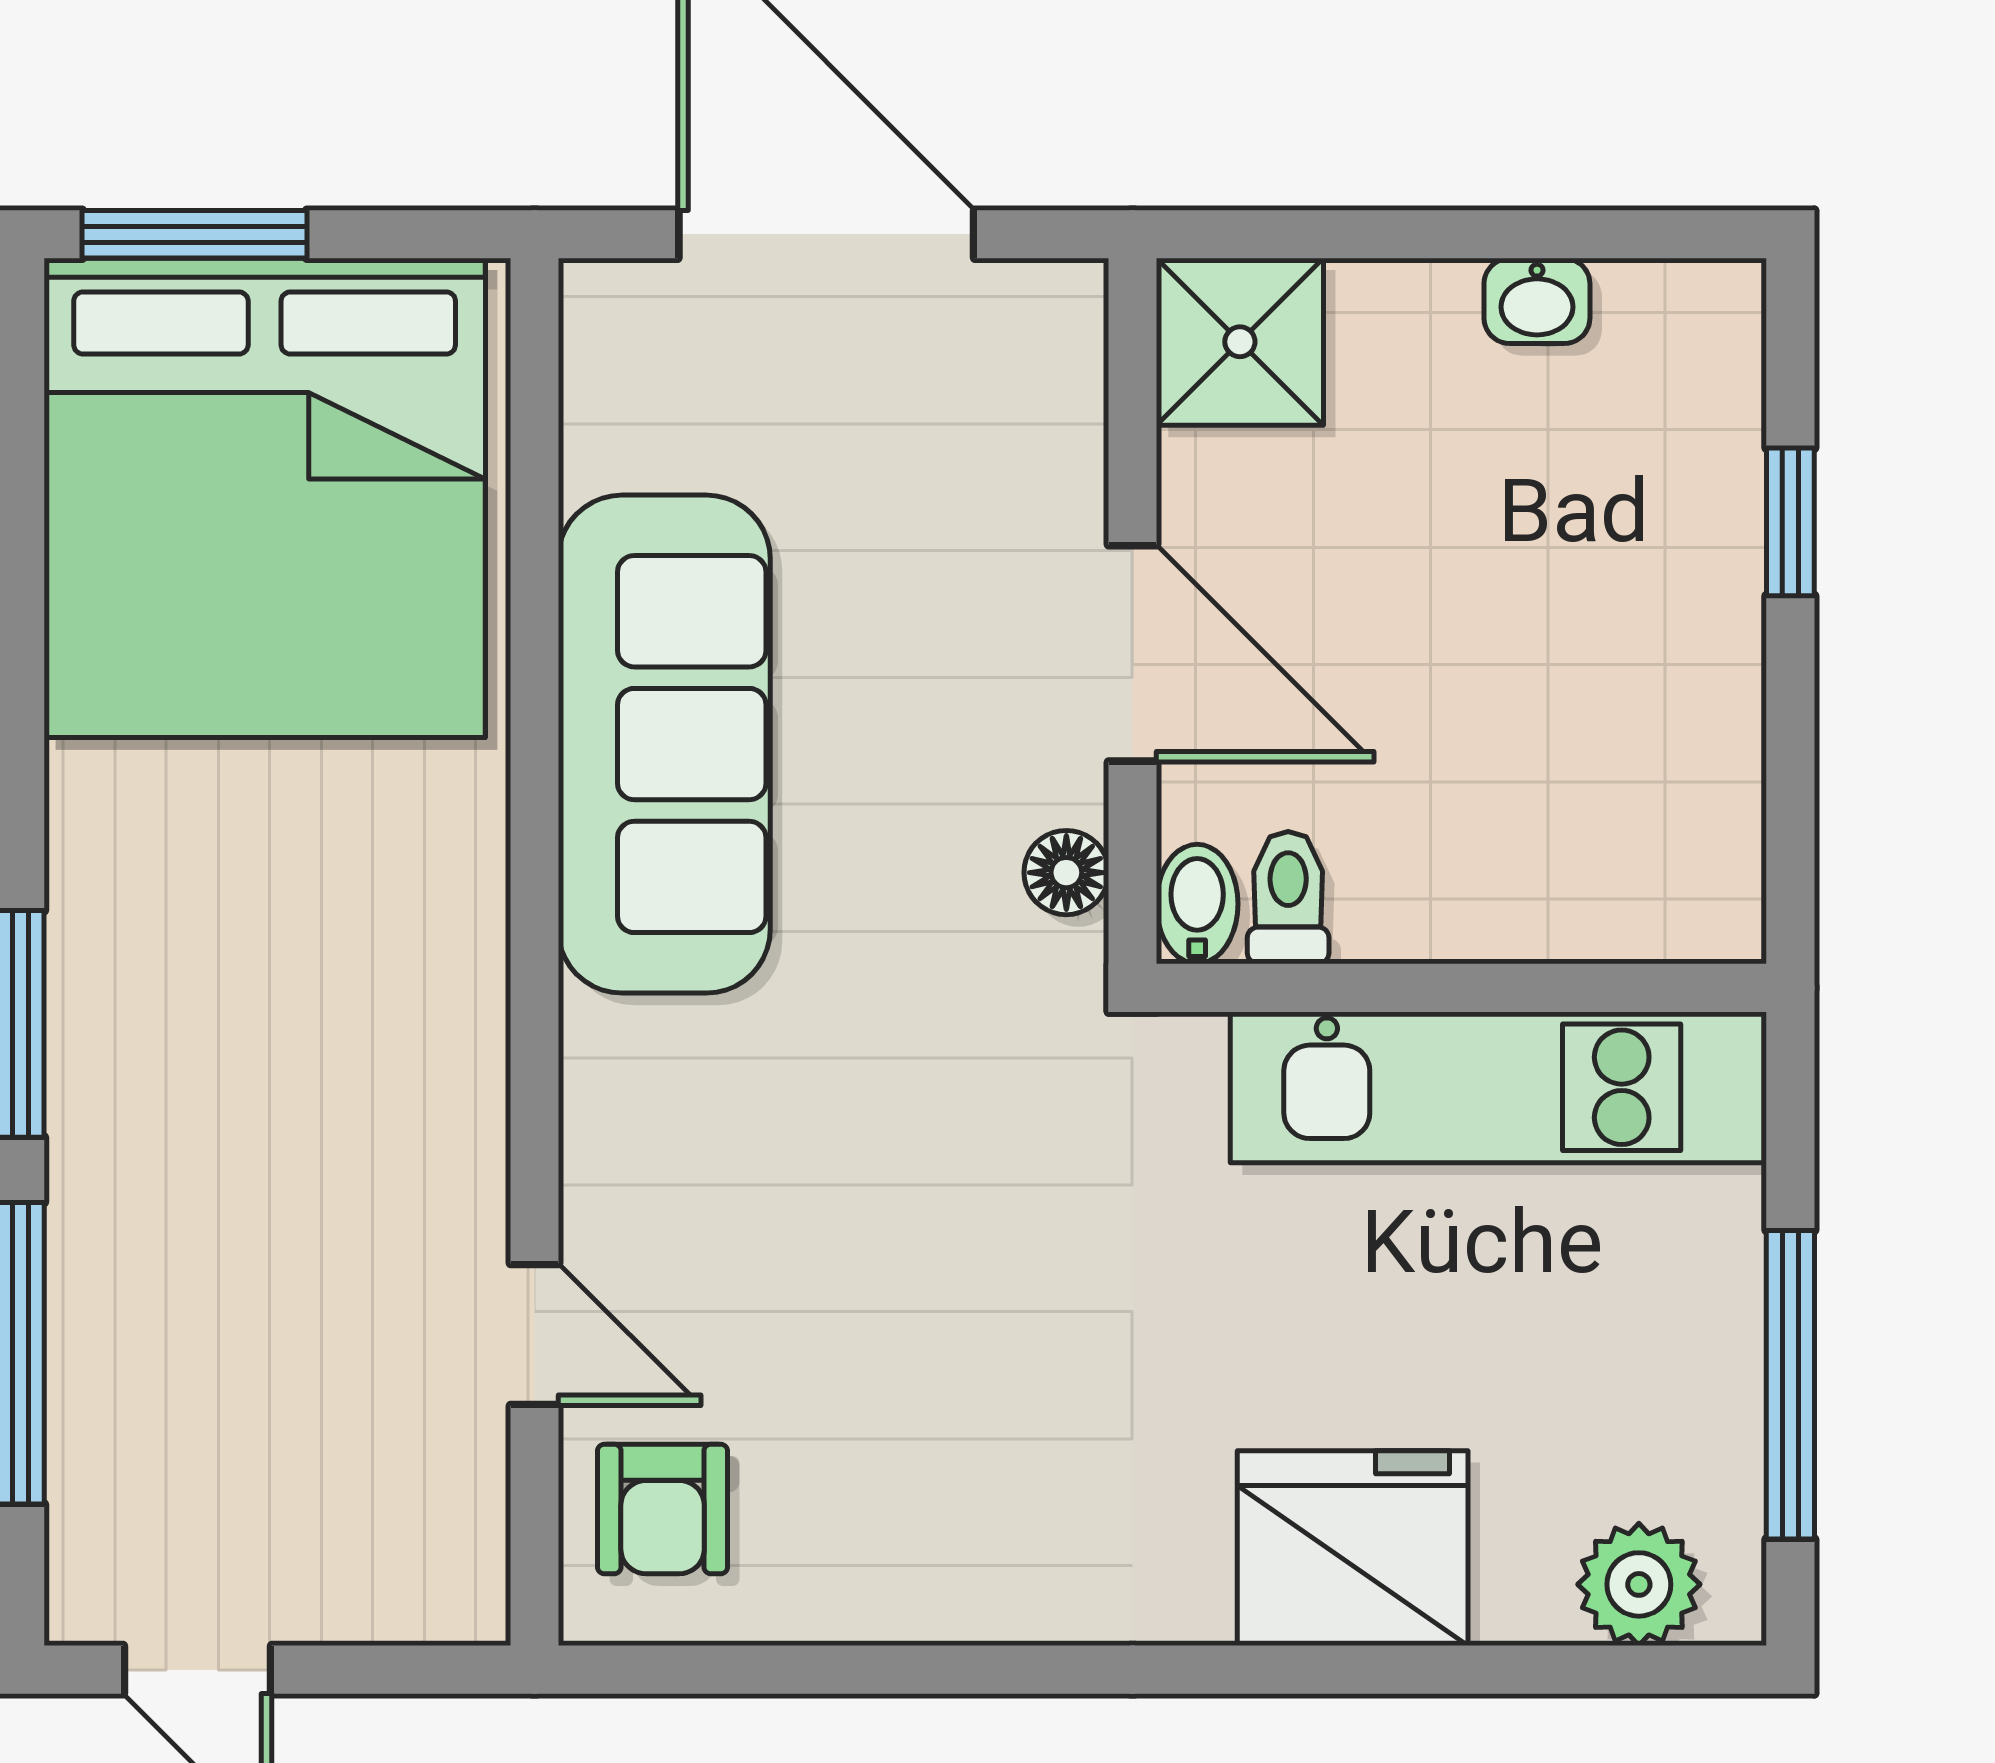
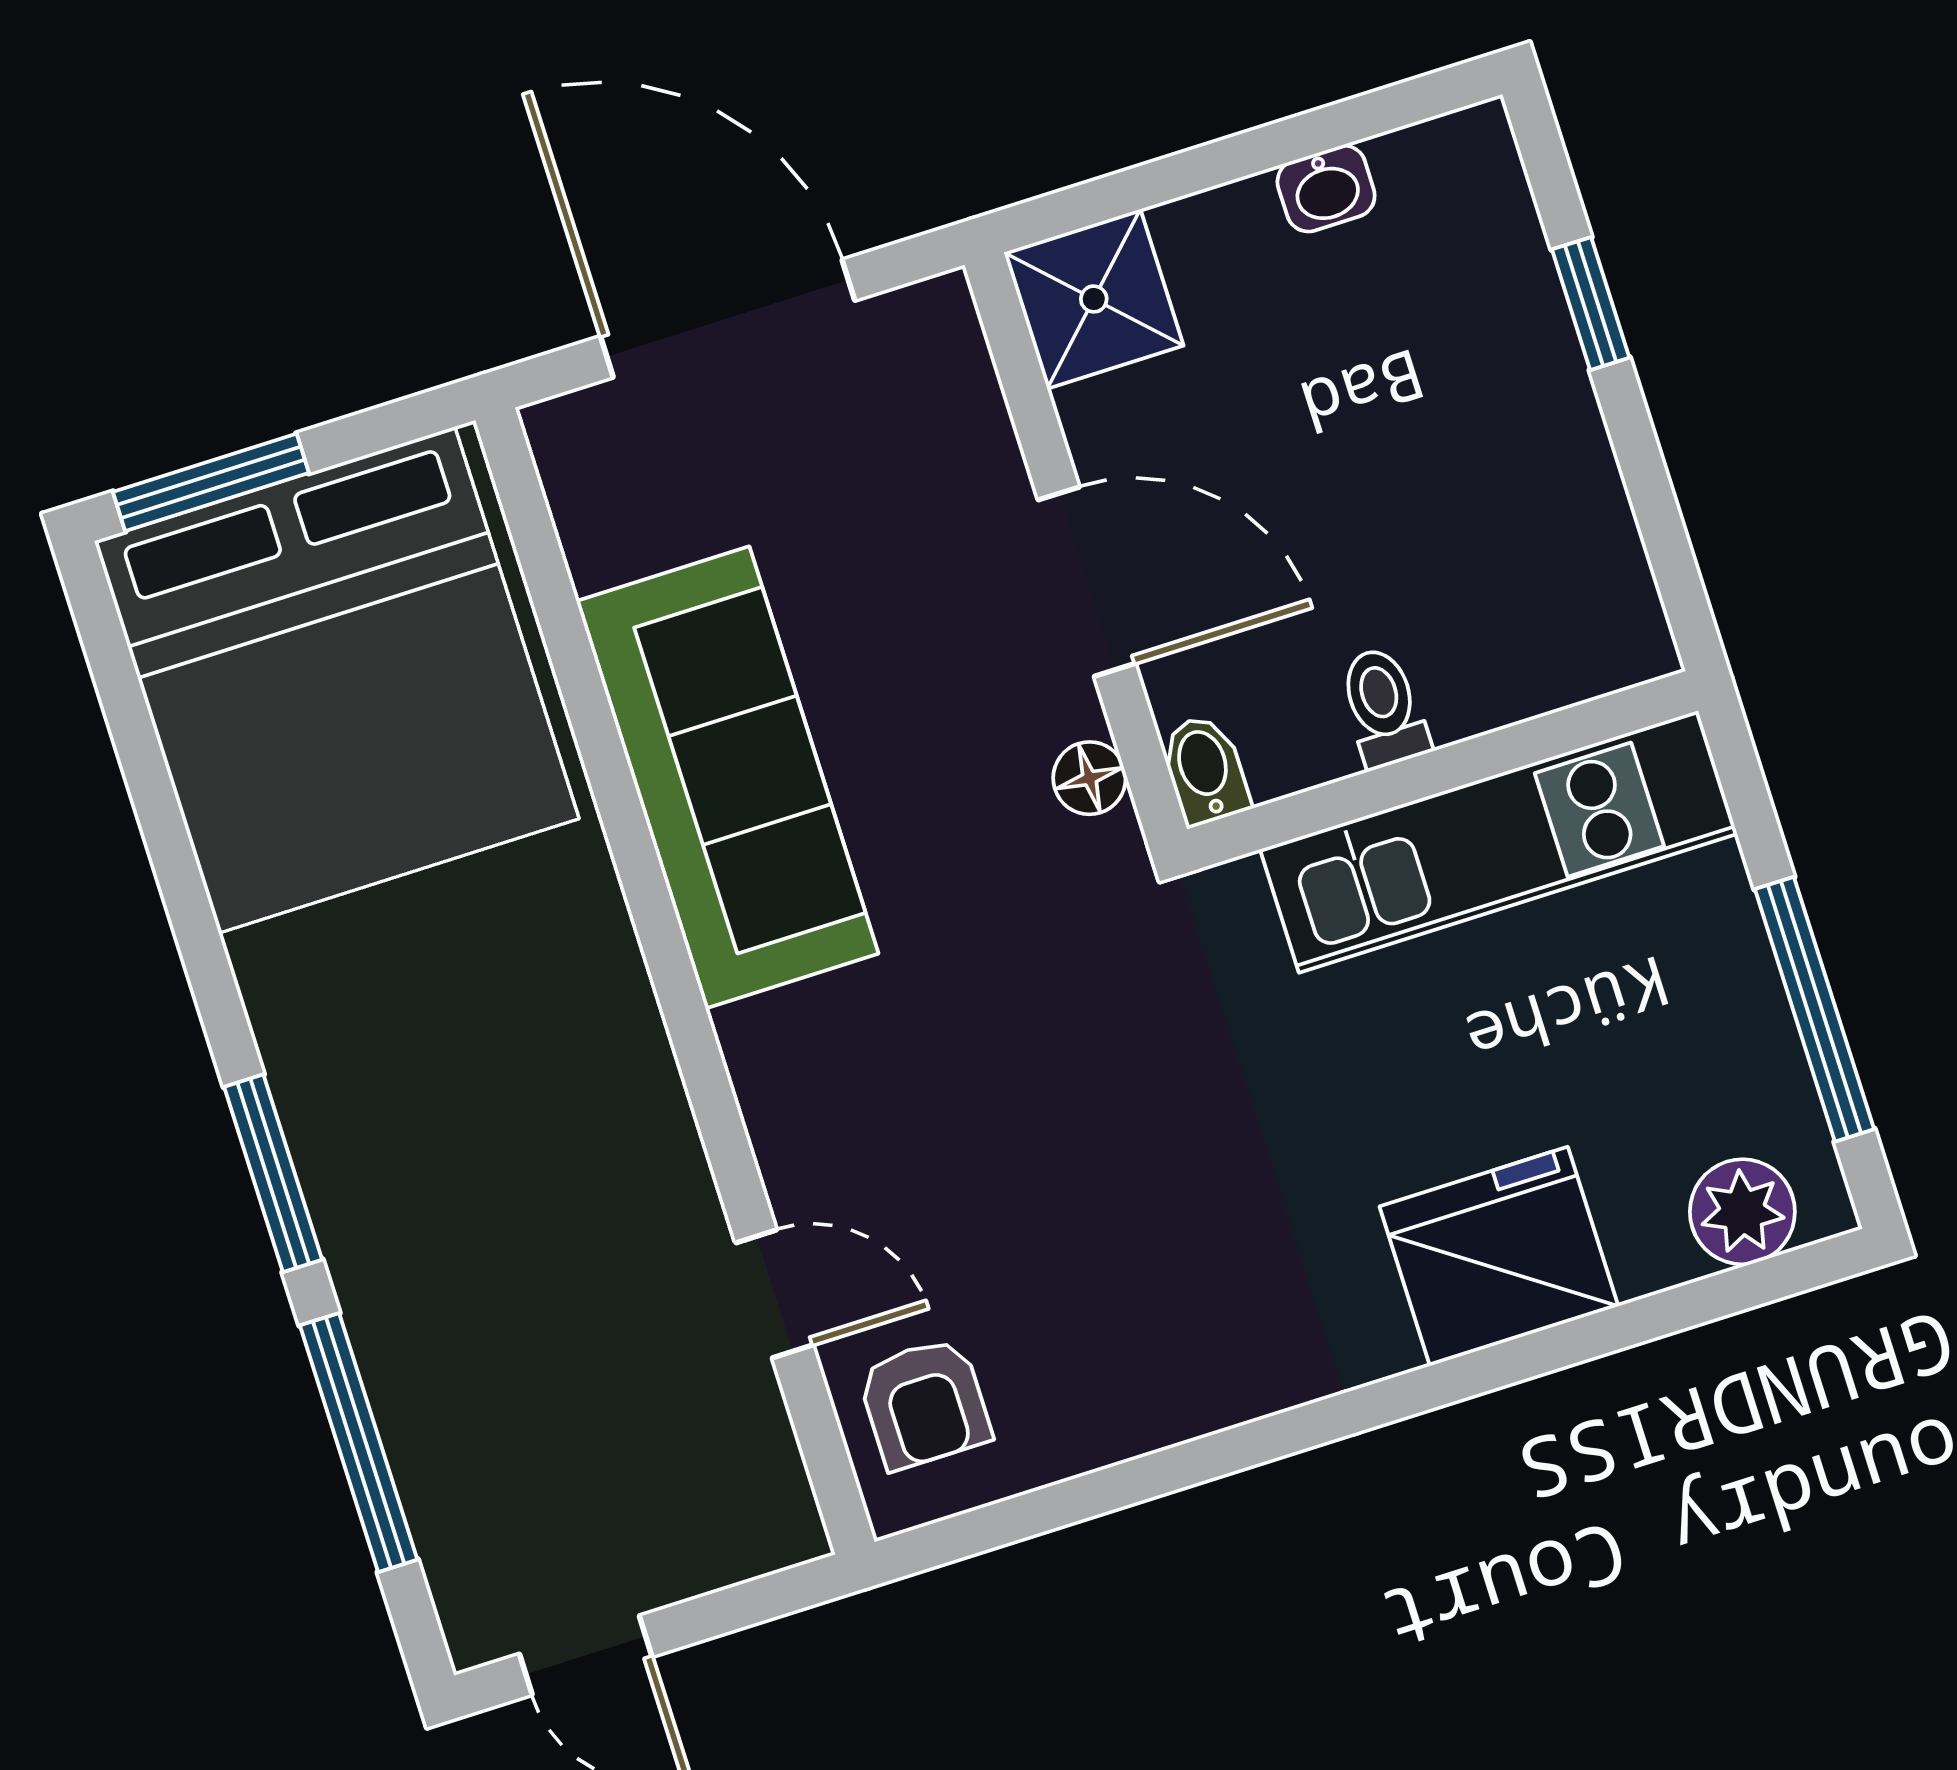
toilet: (1288, 898) -> (1384, 707), moved

